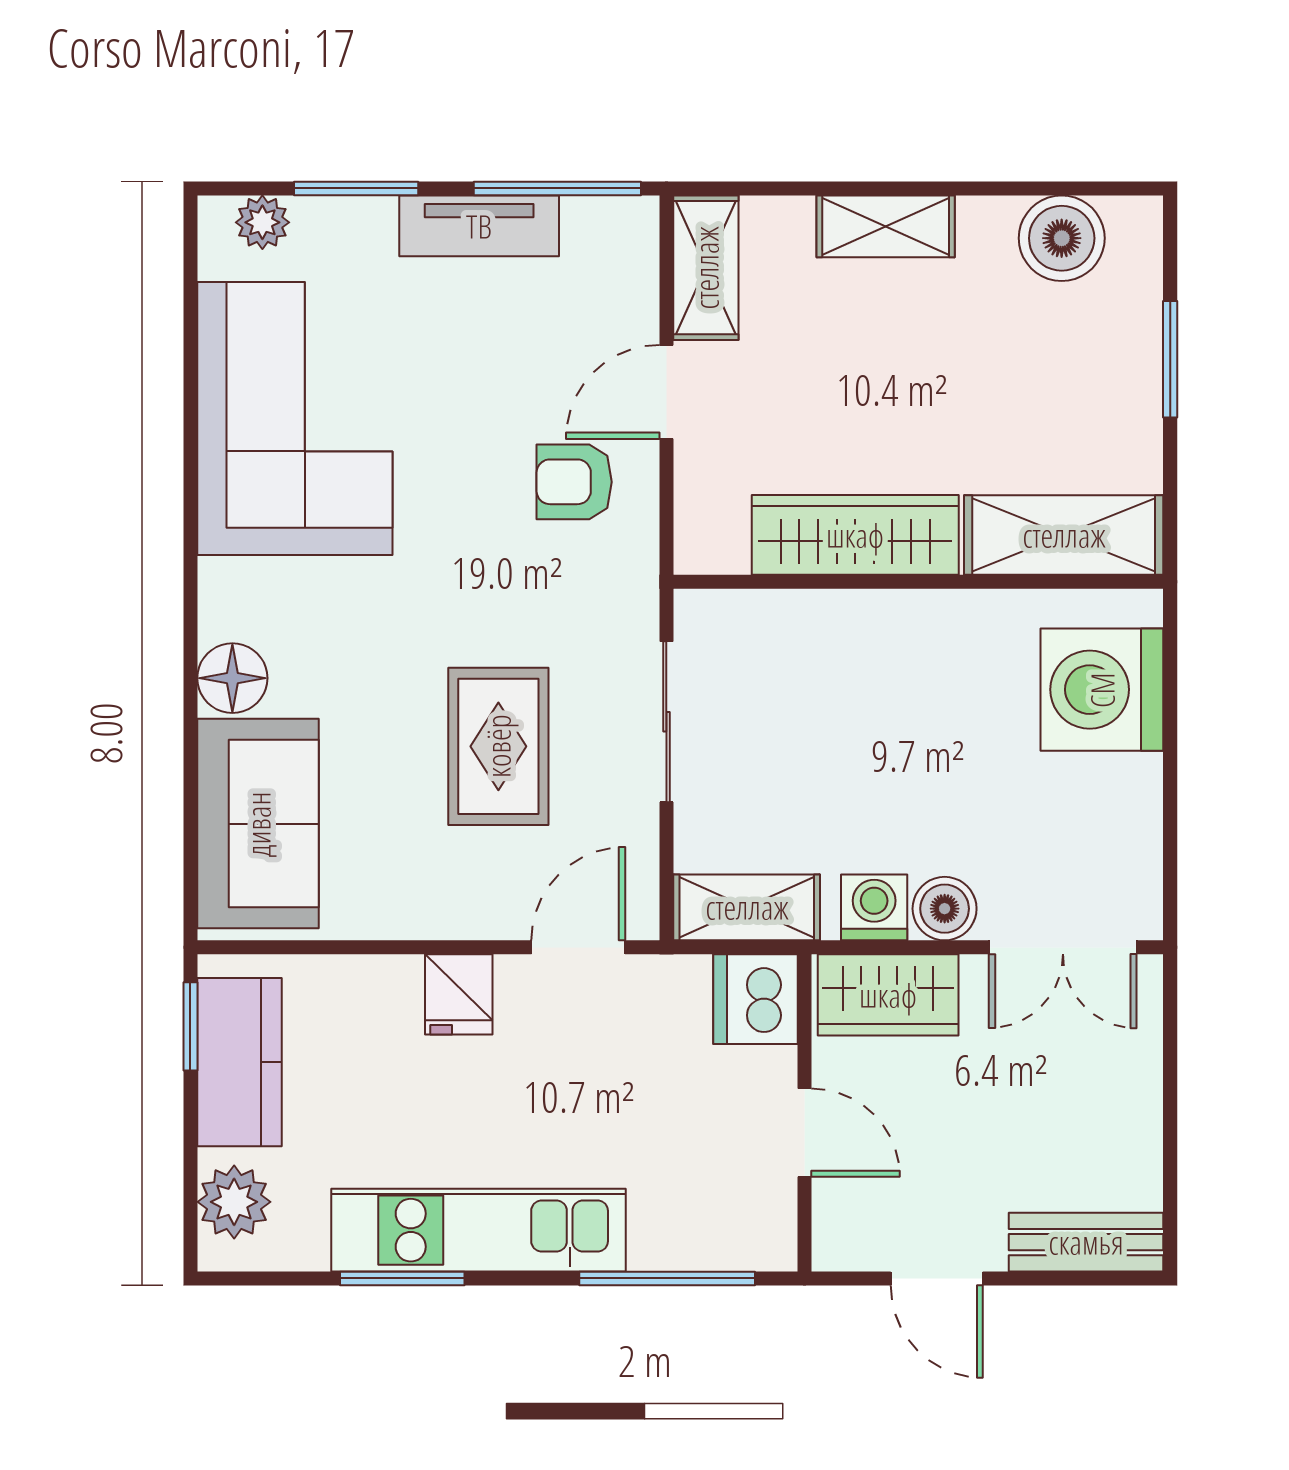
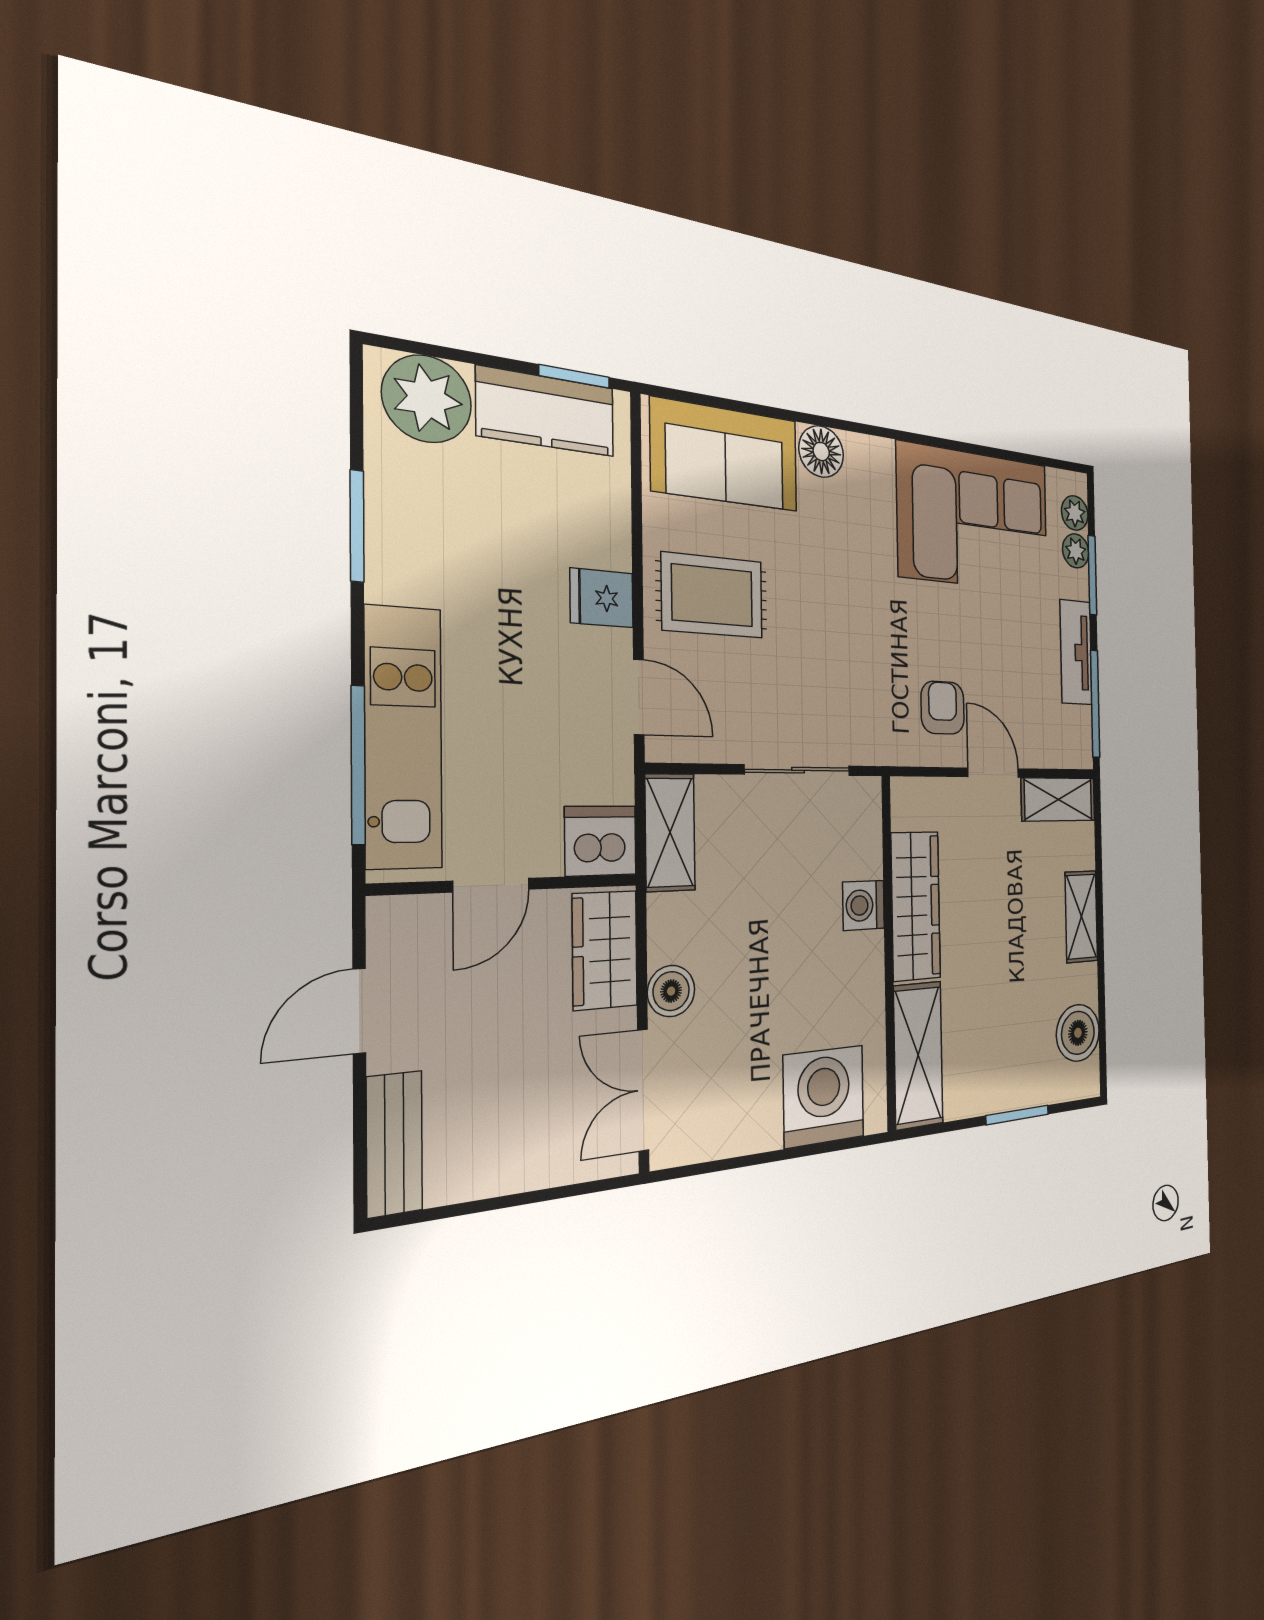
plant: (321, 222) -> (1076, 551), added
rug: (498, 746) -> (712, 596), moved
washing machine: (874, 907) -> (864, 905), moved, turned 180
plant: (234, 1202) -> (427, 399), width x1.36, depth x1.36
kitchen unit: (478, 1230) -> (403, 737), moved

